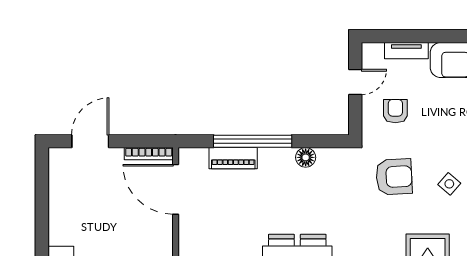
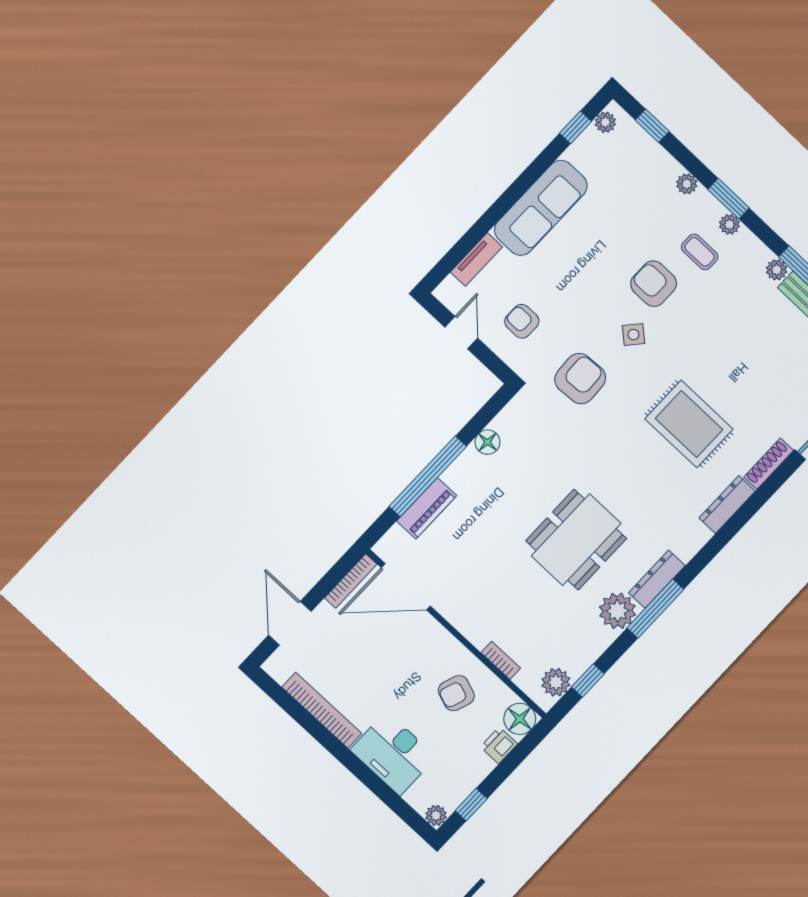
bookcase: (56, 208) -> (322, 710), added

